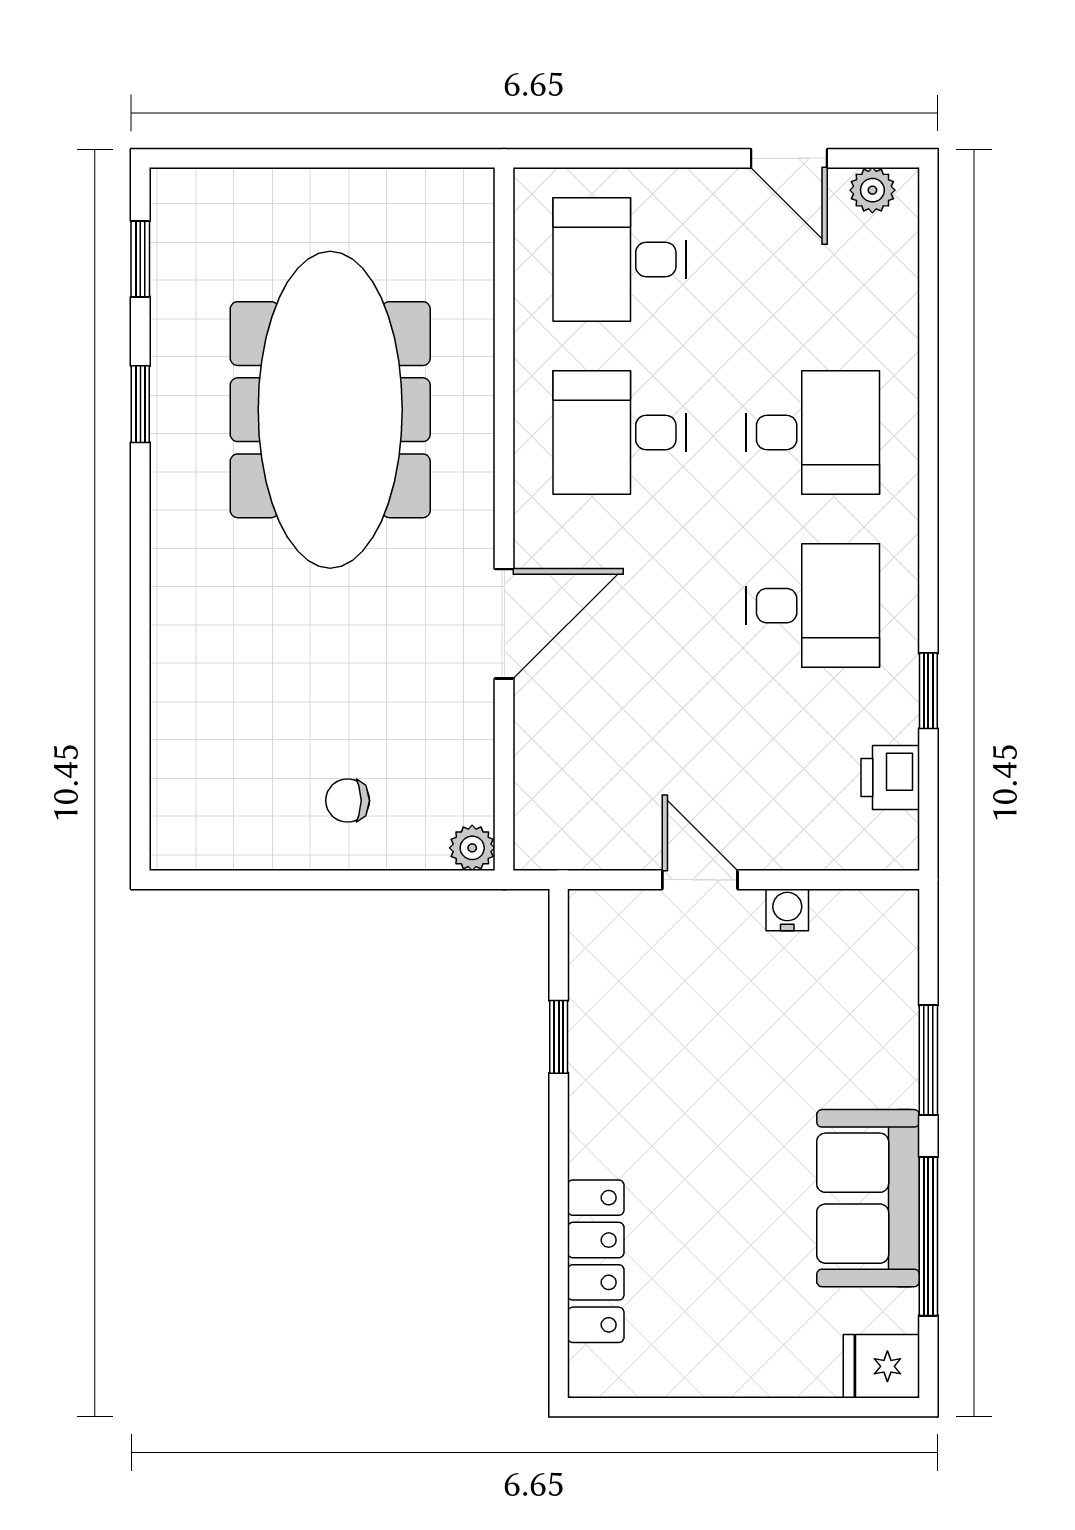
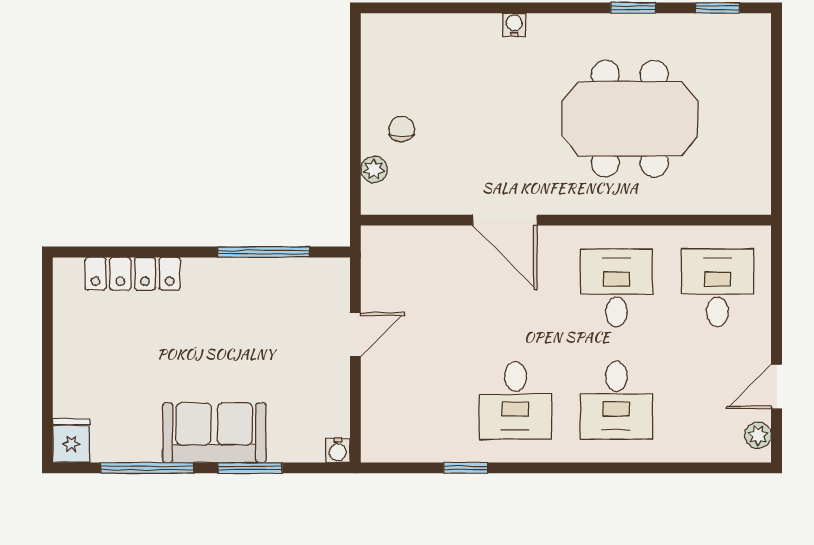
meeting table: (330, 410) -> (630, 119), width x0.73
water cooler: (169, 608) -> (514, 25), added
printer: (890, 777) -> (415, 446), removed
plant: (472, 848) -> (374, 169), moved
water cooler: (787, 910) -> (338, 450), moved, turned 90
window: (559, 1037) -> (264, 252), width x2.17
sofa: (868, 1198) -> (214, 433), moved

